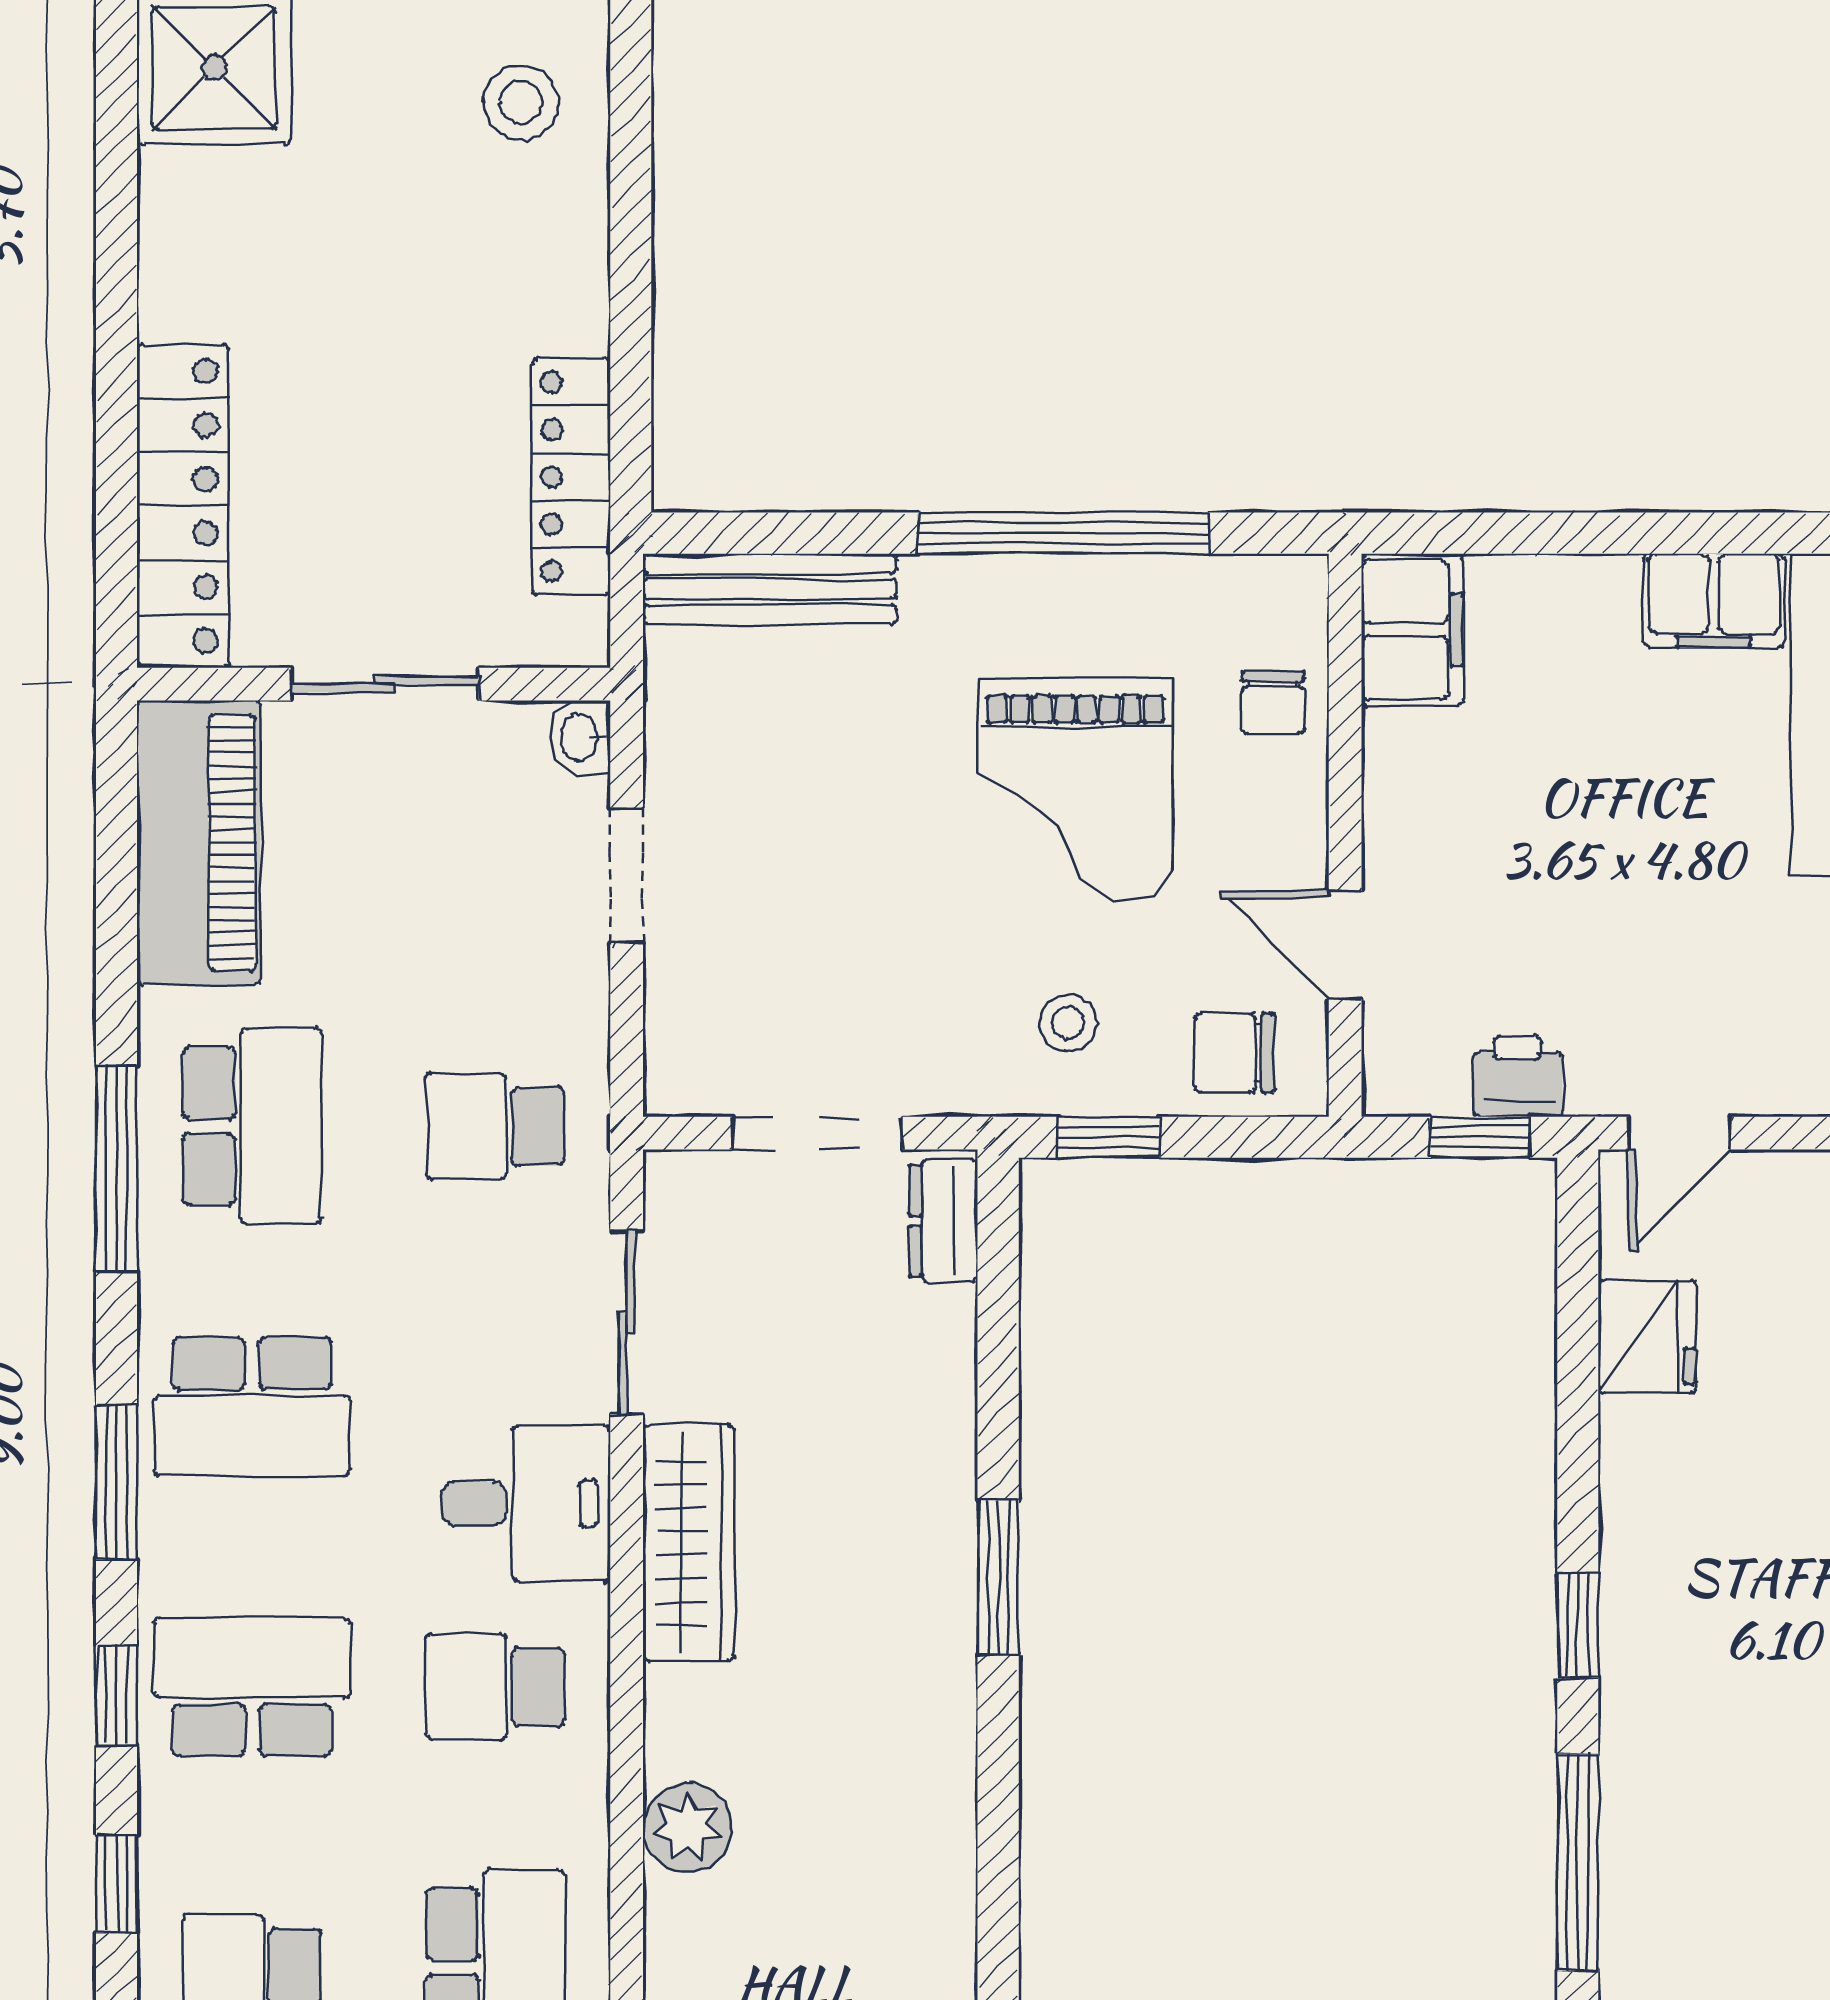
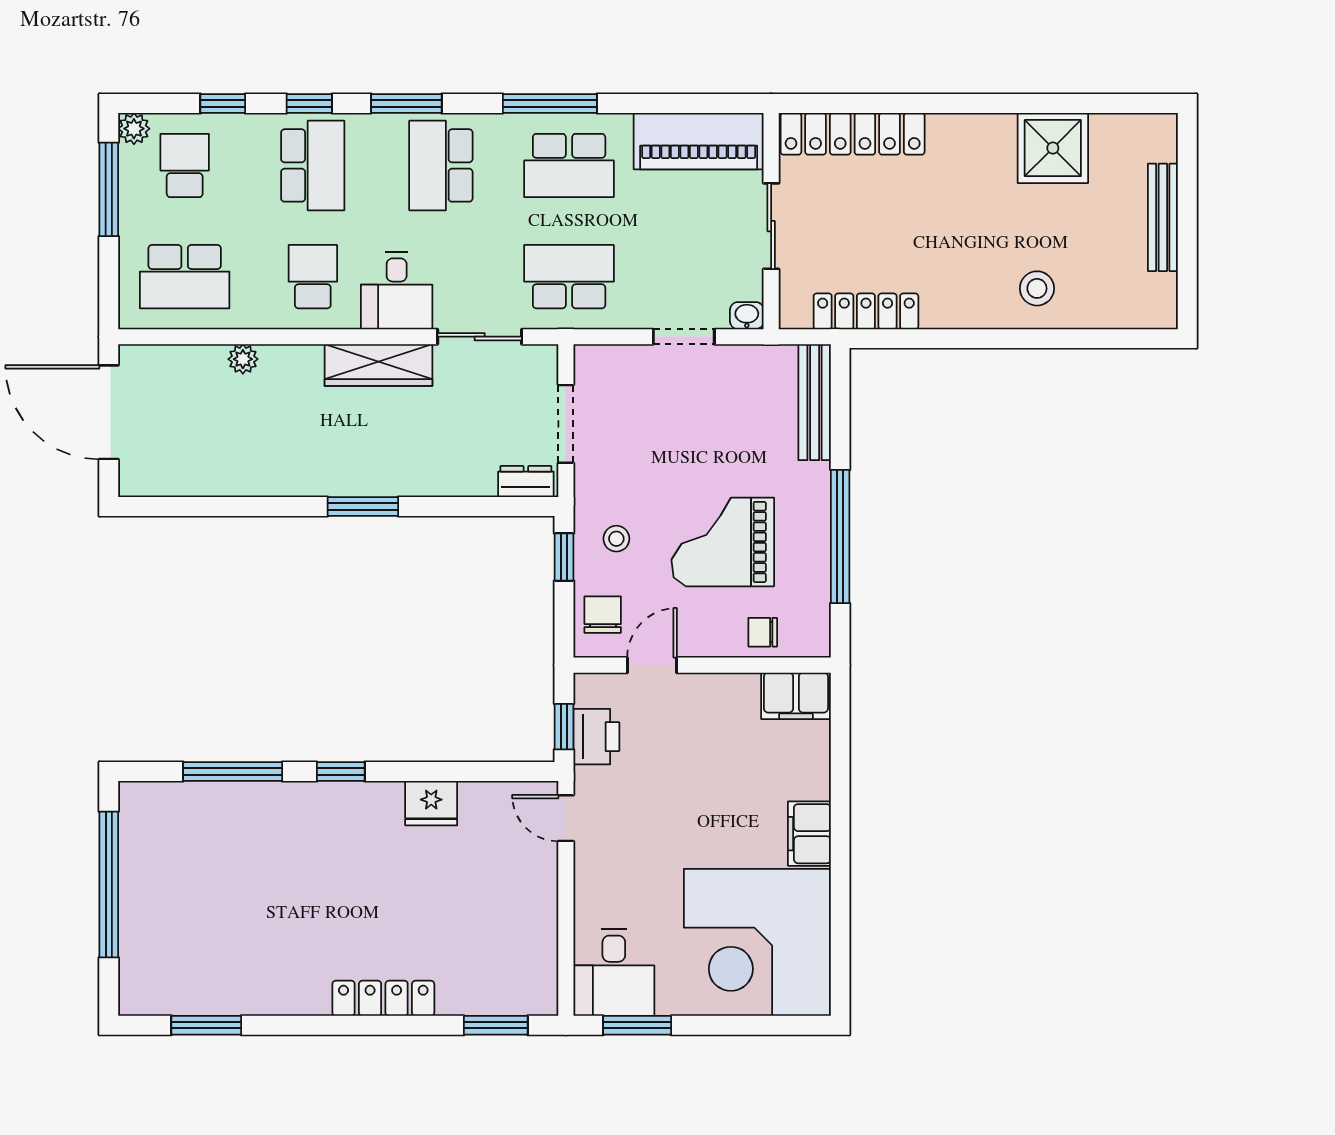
printer: (1518, 1076) -> (596, 737), width x1.36, depth x1.24
school desk: (495, 1126) -> (569, 277), width x1.85
fridge: (1647, 1337) -> (431, 803), moved
plant: (688, 1828) -> (243, 359), width x0.73, depth x0.73

